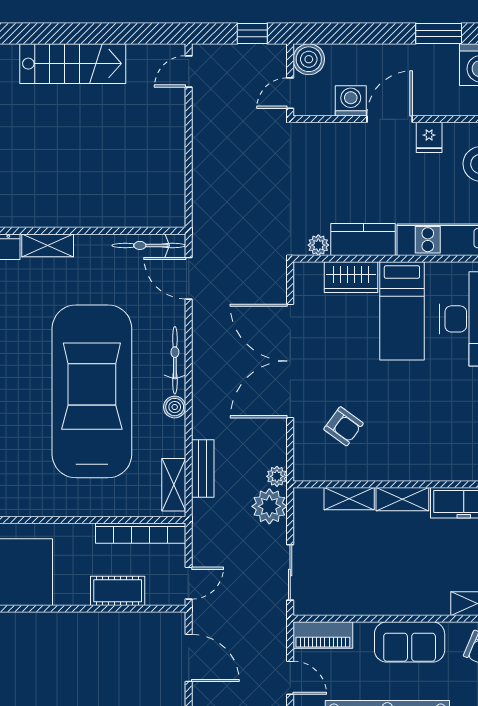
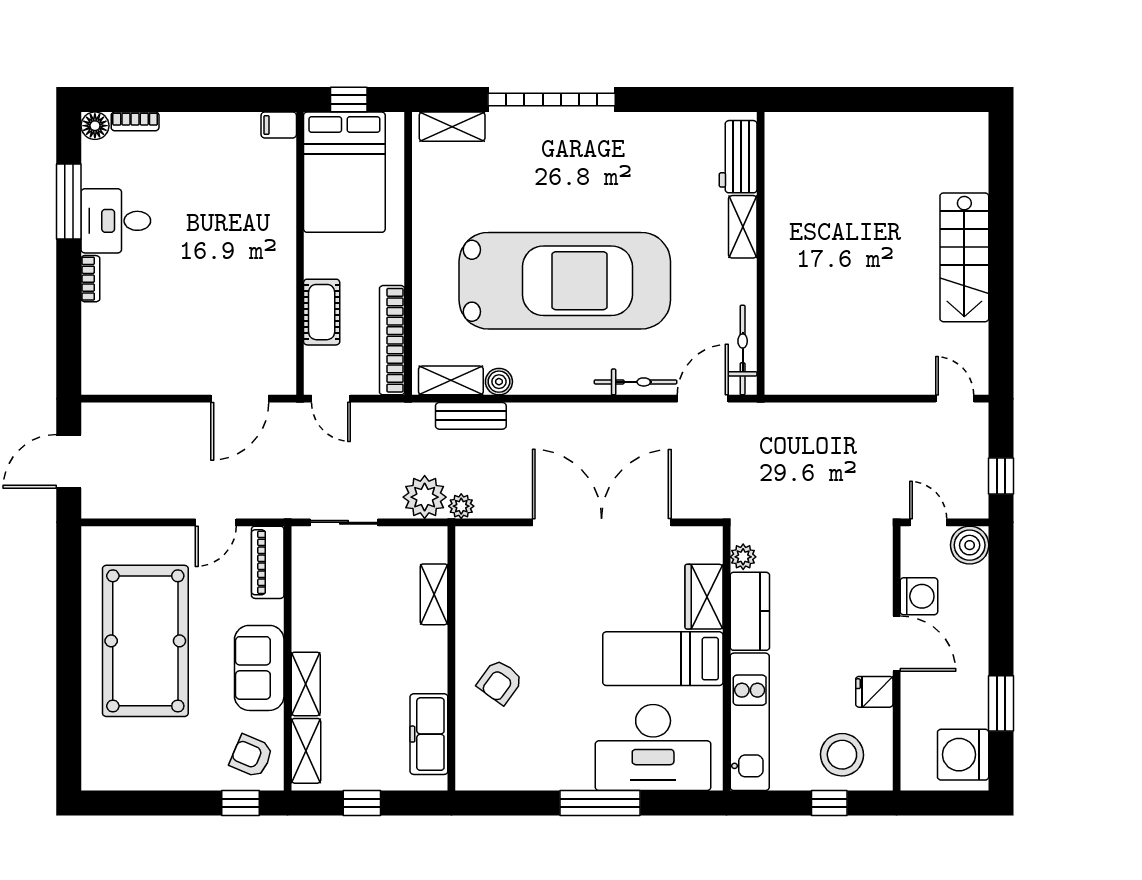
bicycle: (175, 360) -> (635, 382), moved
boiler: (175, 407) -> (499, 382), moved
armchair: (344, 426) -> (500, 682), moved
shelving: (402, 499) -> (306, 684), moved

